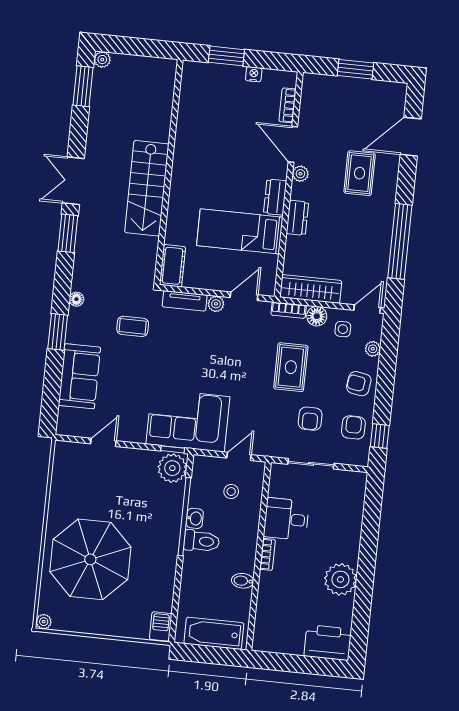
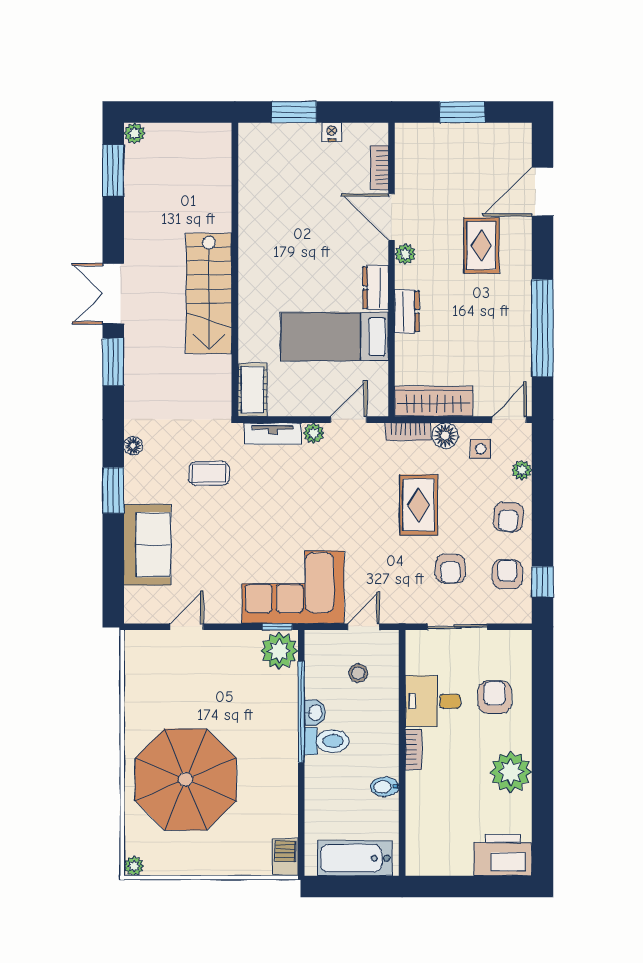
armchair: (359, 384) -> (508, 517), turned -94
armchair: (334, 521) -> (495, 697), added

